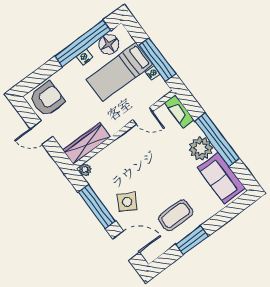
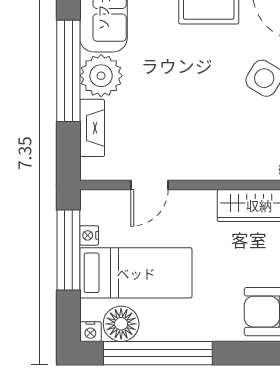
nightstand: (84, 57) -> (90, 332), moved
fireplace: (179, 111) -> (92, 128), moved
door: (143, 116) -> (149, 185), swing flipped

